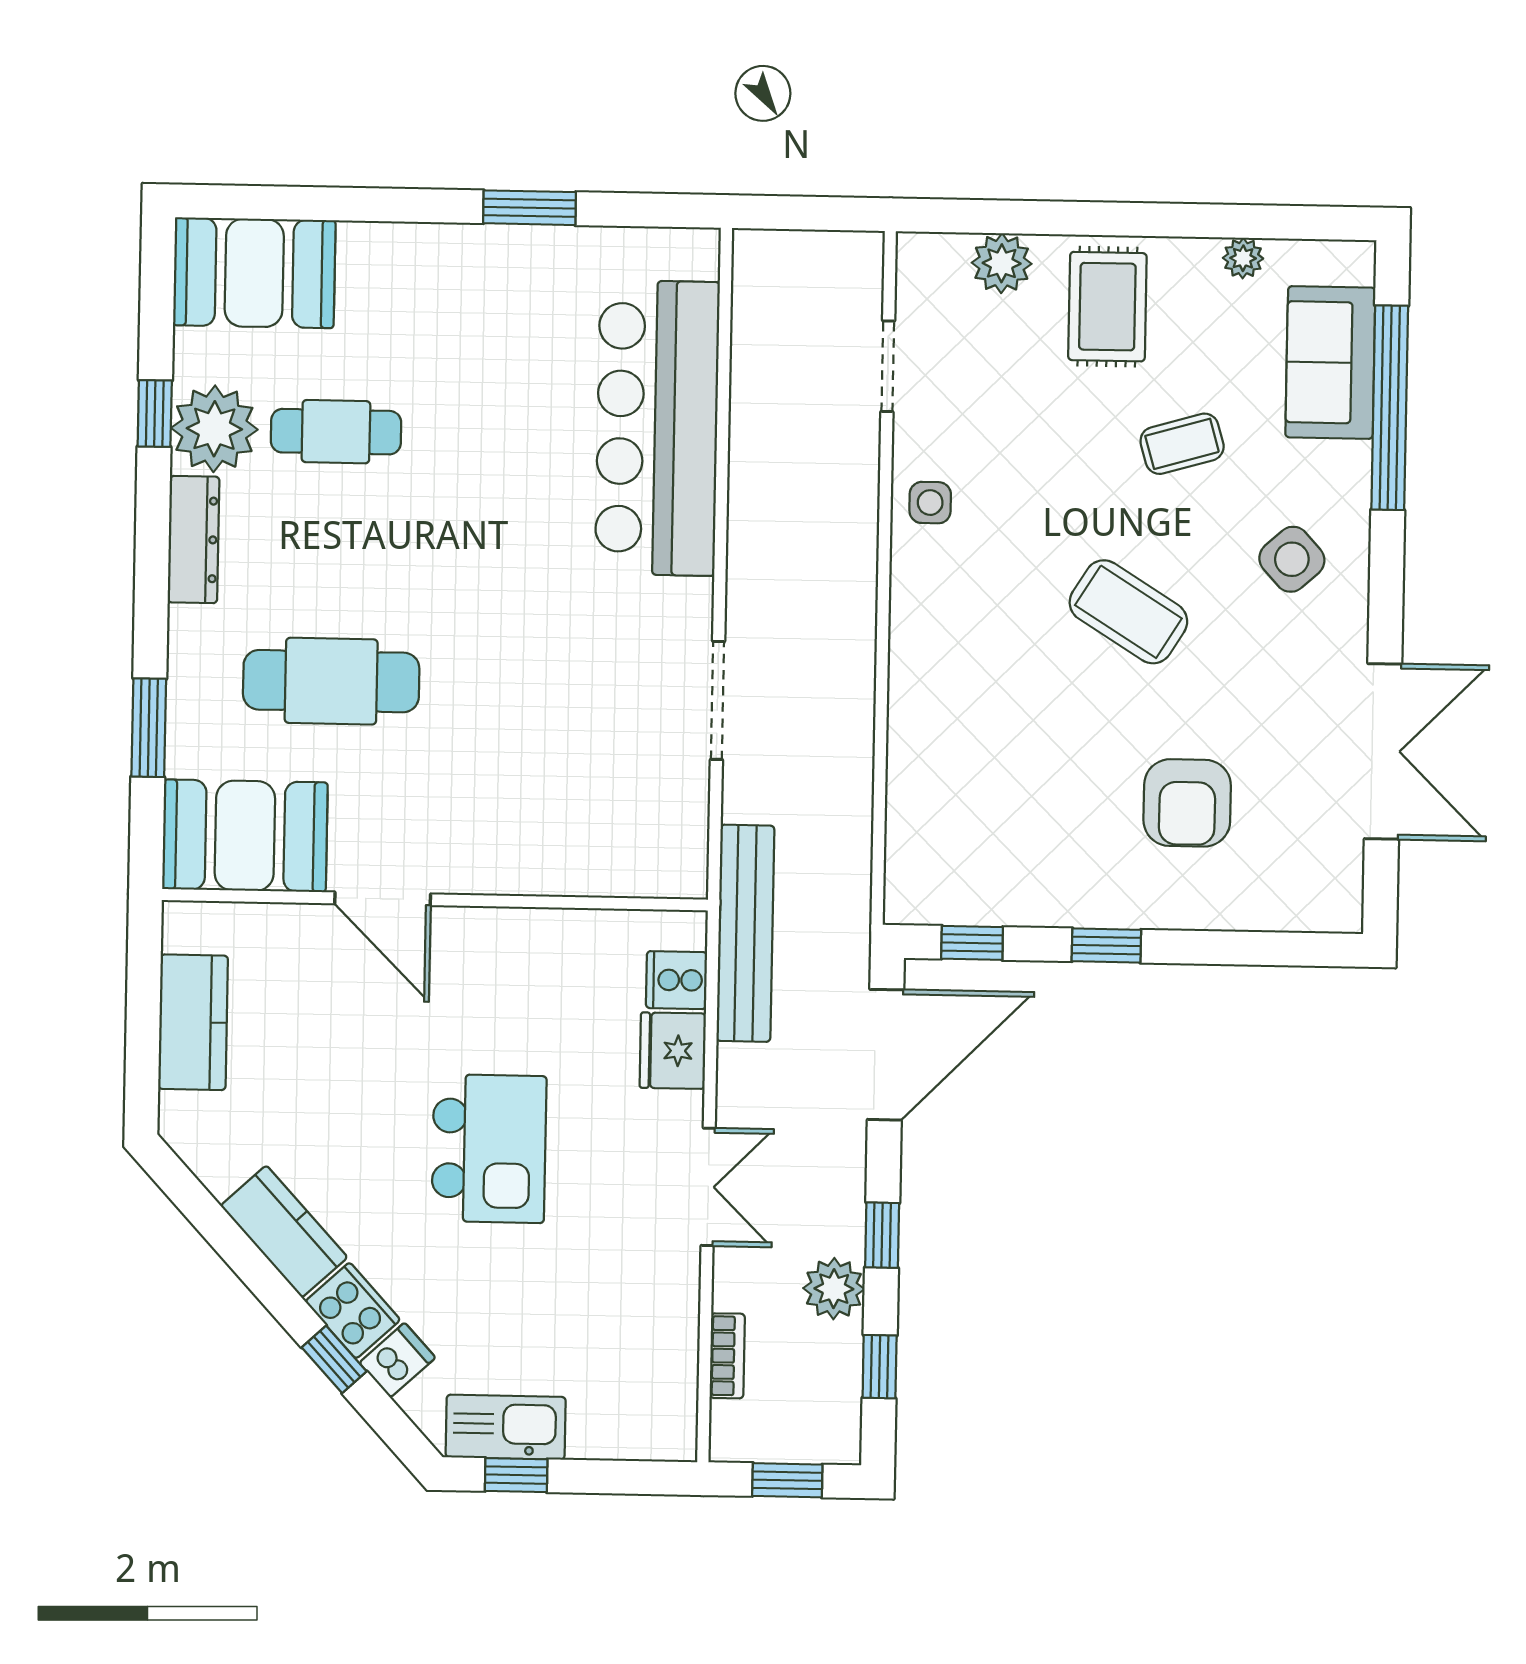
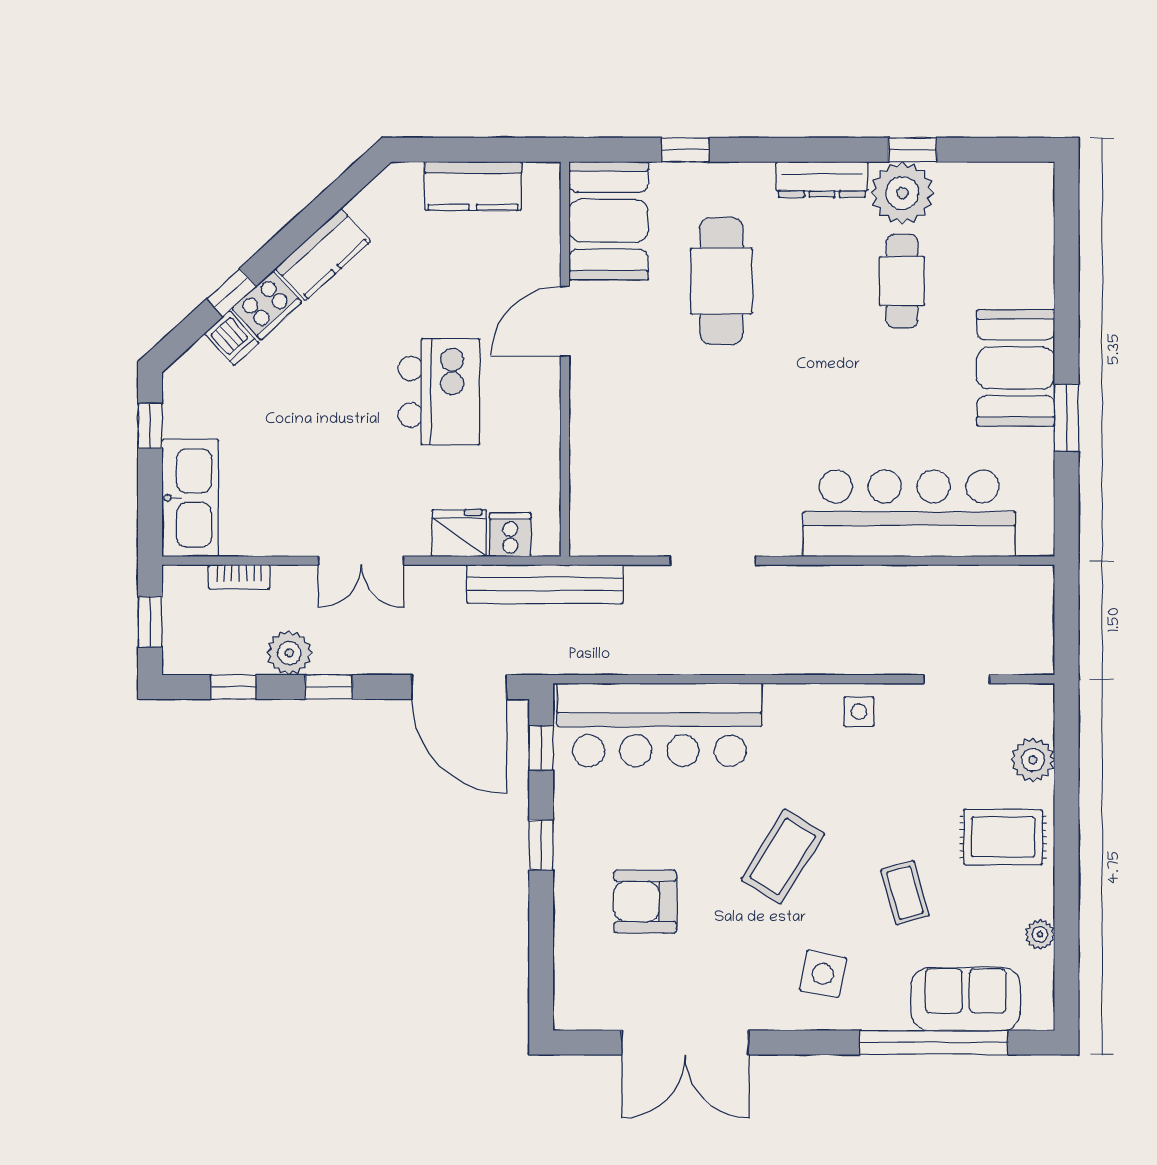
booth: (254, 273) -> (1016, 368), moved
side table: (1292, 559) -> (823, 974), turned -37
window: (149, 728) -> (685, 150), width x0.67
bar counter: (943, 779) -> (659, 725), added
kitchen island: (489, 1149) -> (439, 392), moved, turned -90
kitchen sink: (506, 1427) -> (190, 498), moved, width x1.36, depth x1.24

